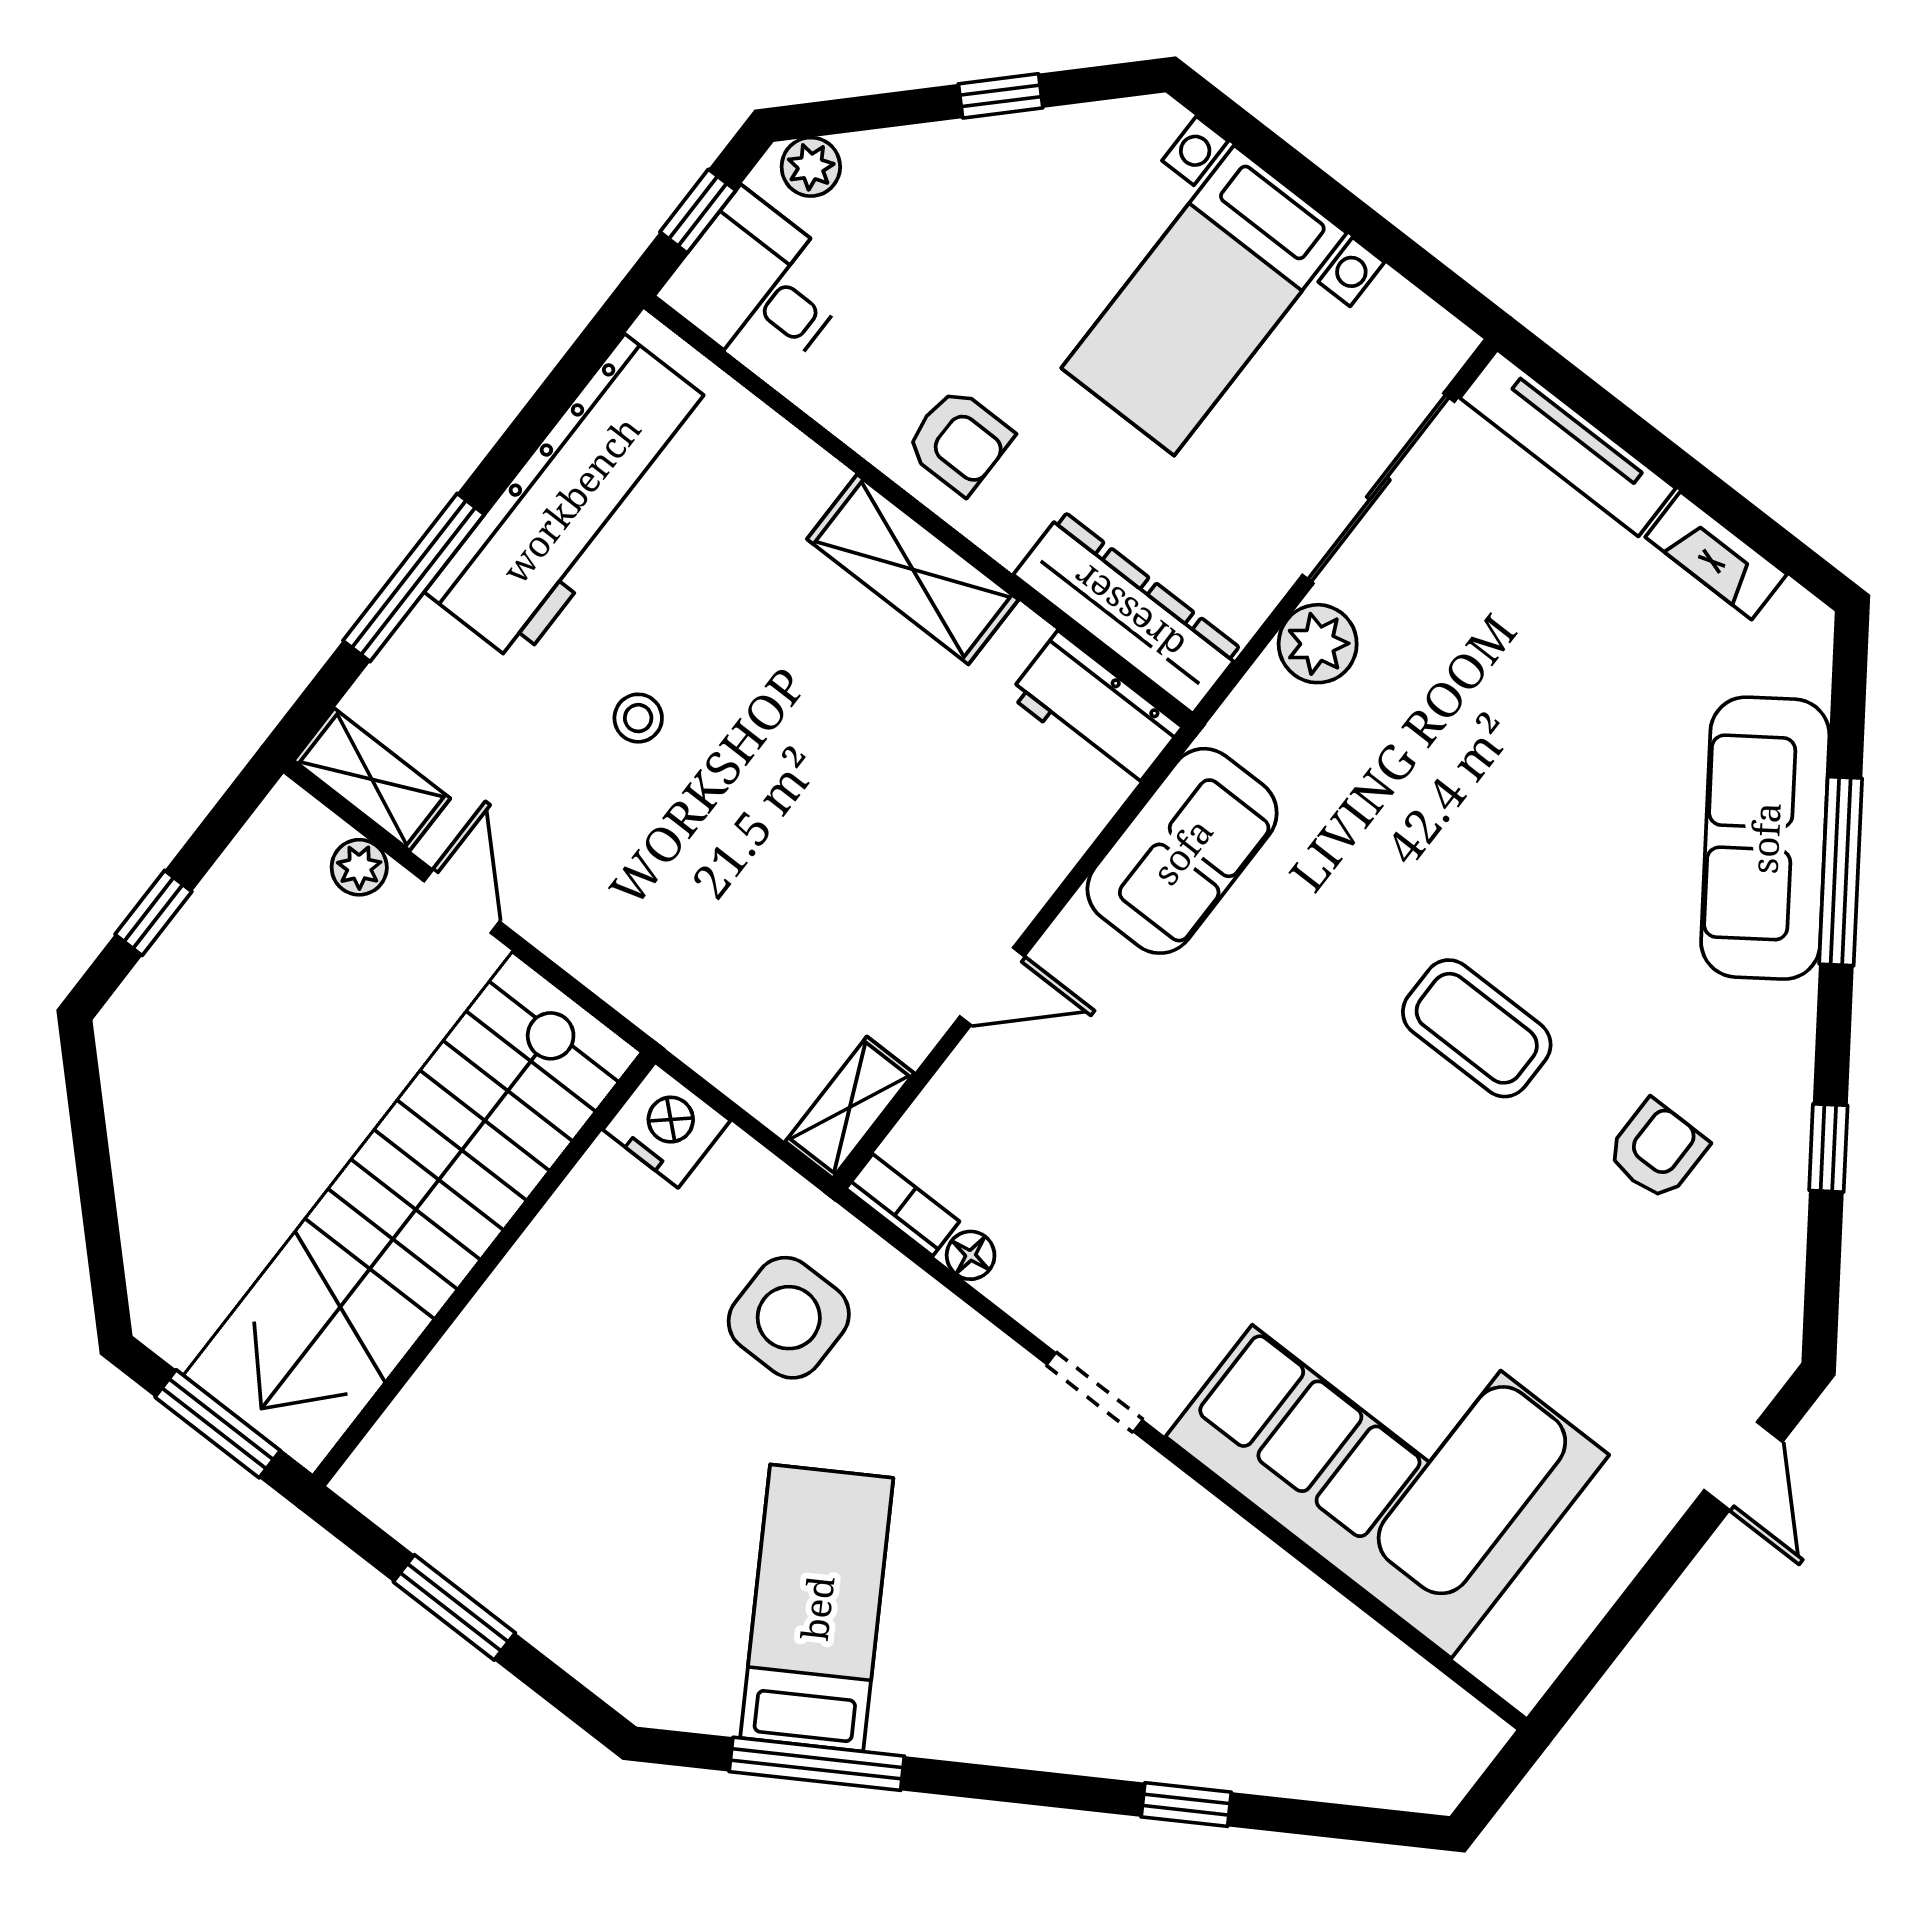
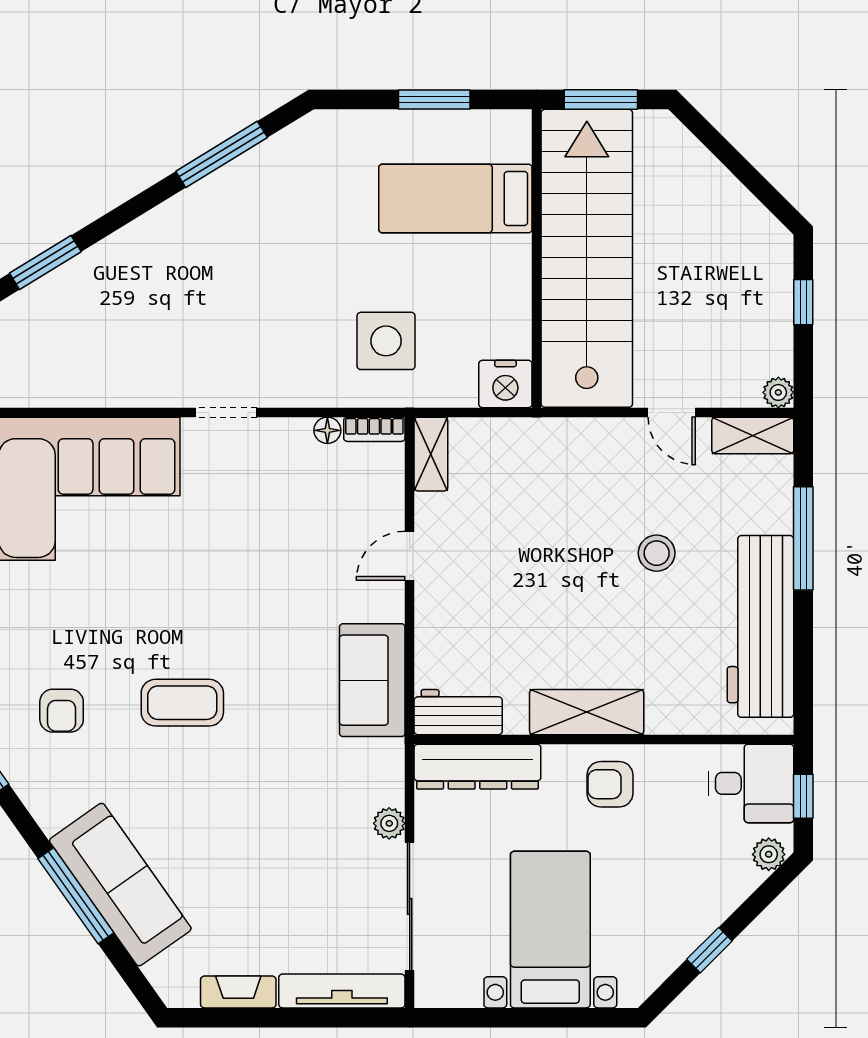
plant: (1318, 644) -> (389, 823), width x0.73, depth x0.73
stool: (638, 718) -> (657, 553), width x1.37, depth x1.37
plant: (359, 867) -> (778, 392), moved
bed: (817, 1608) -> (455, 198), moved, turned 122
window: (1186, 1805) -> (45, 262), width x1.50

